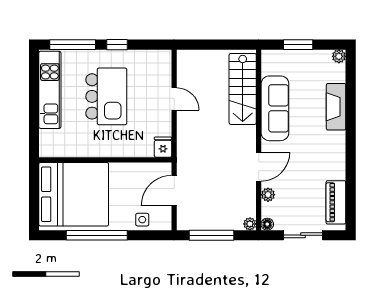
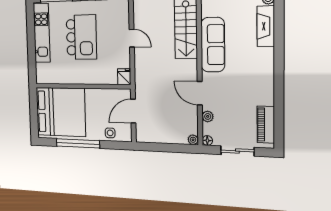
fireplace: (336, 107) -> (266, 26), moved
door: (259, 167) -> (200, 93), swing flipped
window: (212, 235) -> (163, 147), removed

